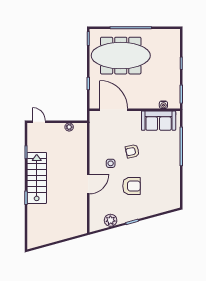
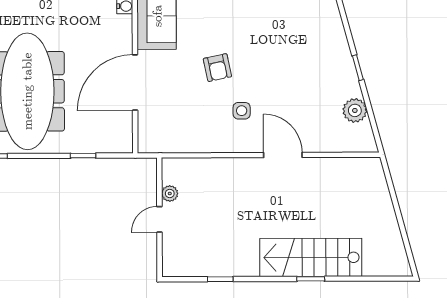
door: (114, 110) -> (135, 82), moved
door: (39, 122) -> (159, 219), moved
stairs: (37, 178) -> (311, 257), moved
armchair: (131, 186) -> (287, 69), removed

